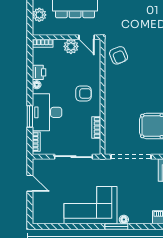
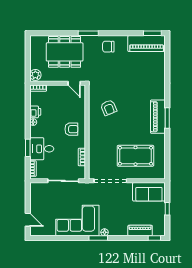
plant: (39, 15) -> (35, 75), moved
plant: (71, 46) -> (61, 91), removed
armchair: (119, 55) -> (109, 108), moved
desk: (47, 112) -> (42, 149), width x0.73
door: (30, 183) -> (28, 220), moved

